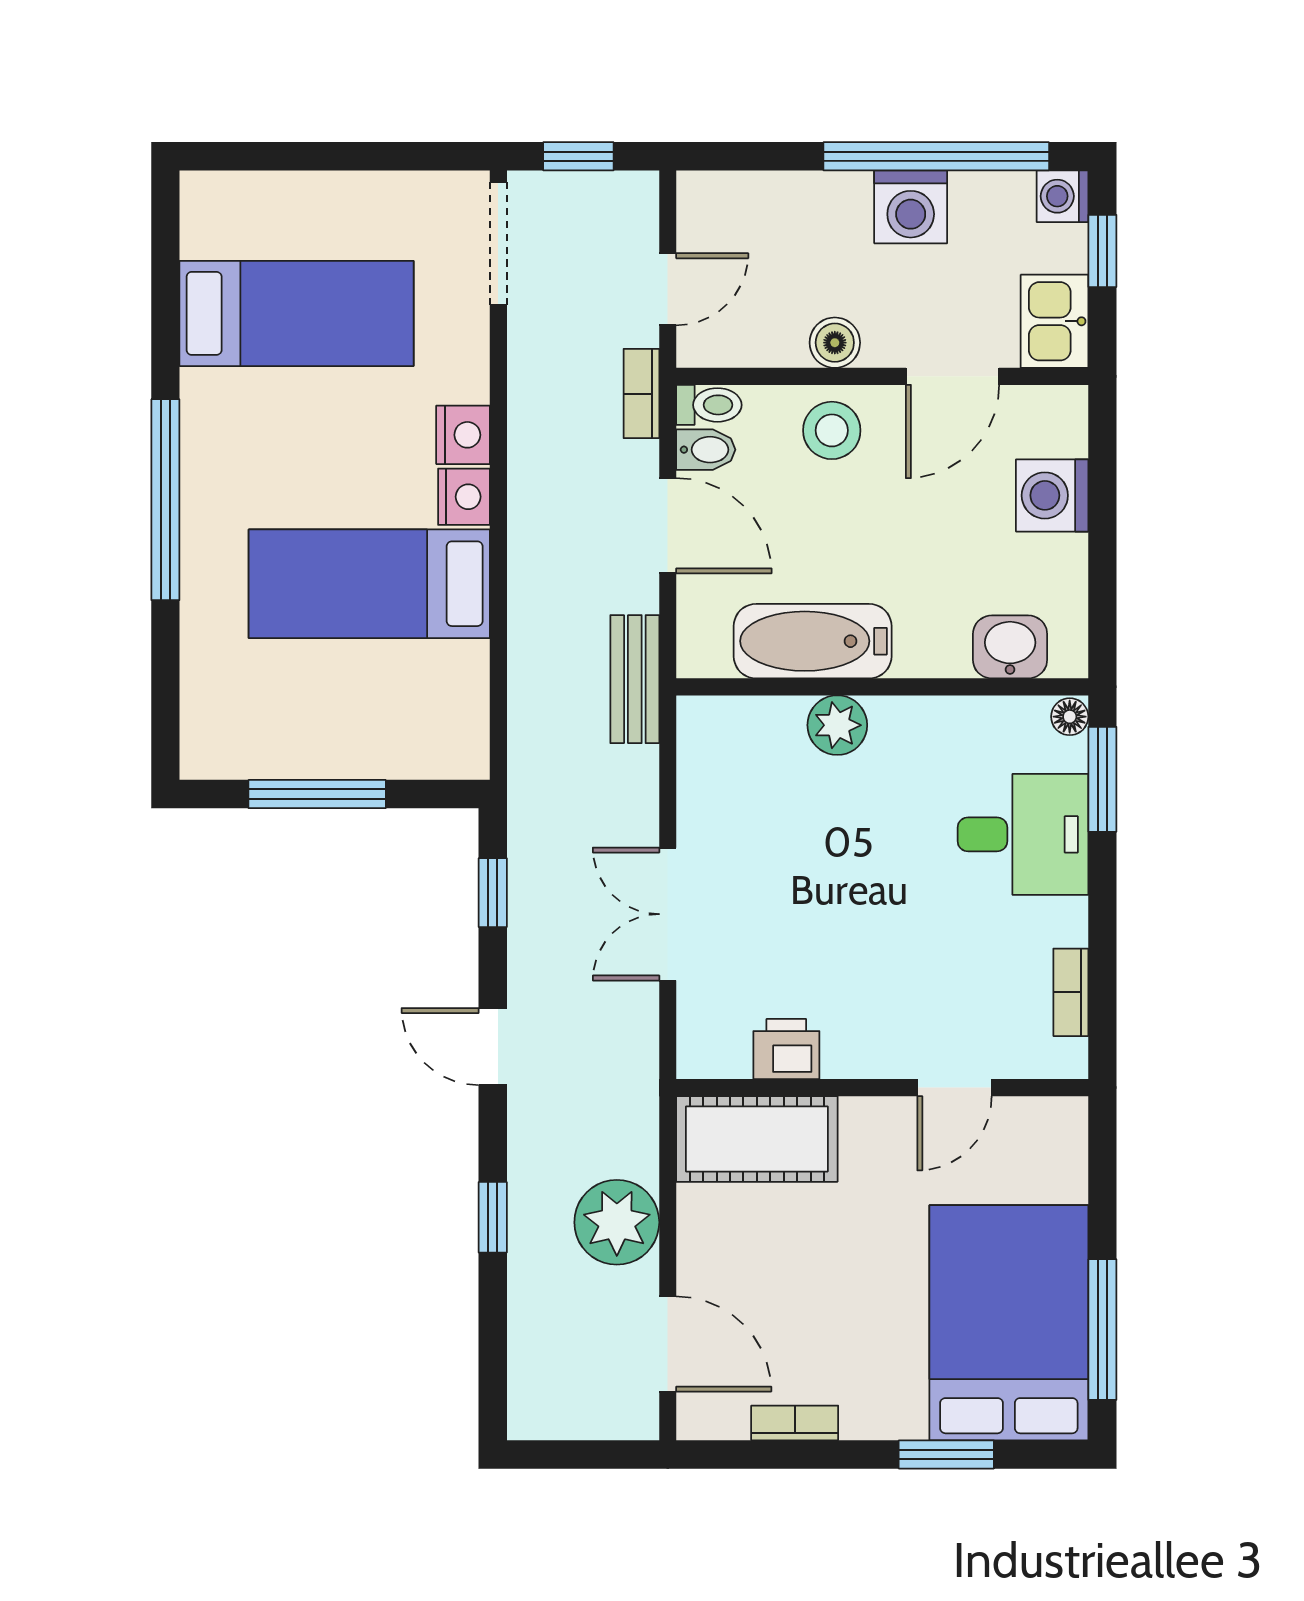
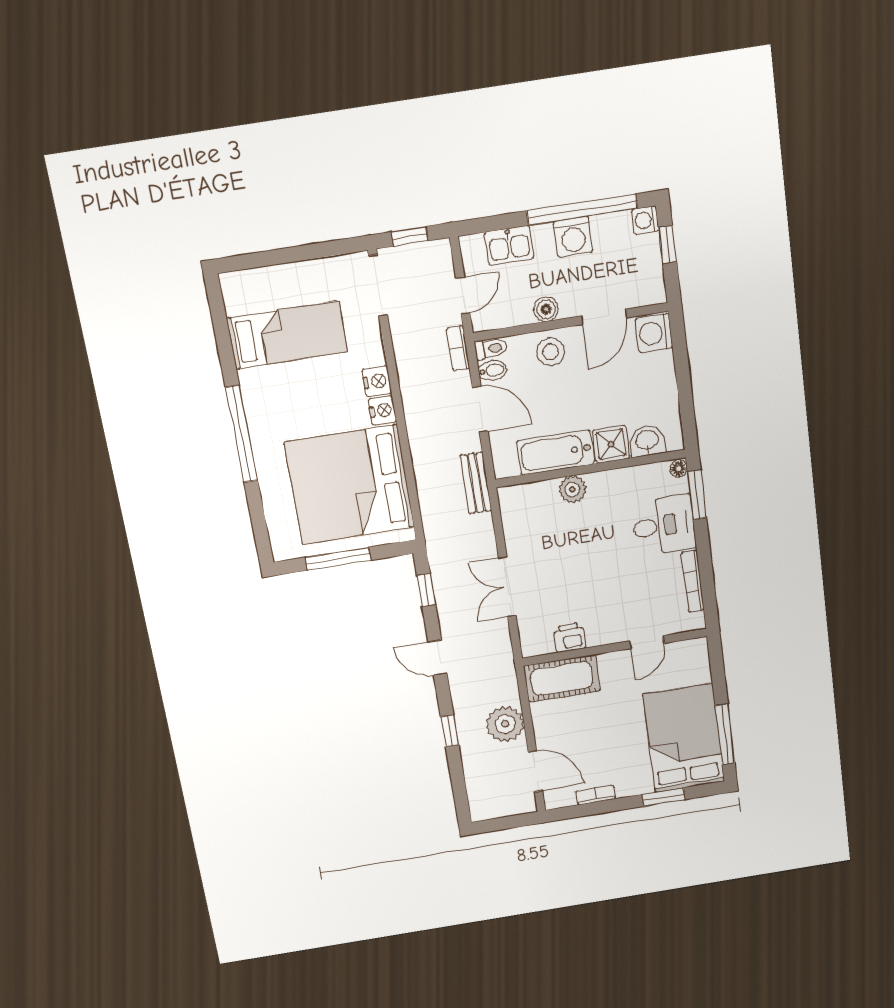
kitchen sink: (1054, 321) -> (509, 245), moved, turned -90
washing machine: (1052, 495) -> (654, 333), moved
bed: (369, 584) -> (350, 485), width x2.04
shower: (932, 642) -> (611, 444), added
bookcase: (1071, 992) -> (693, 581), width x1.56

